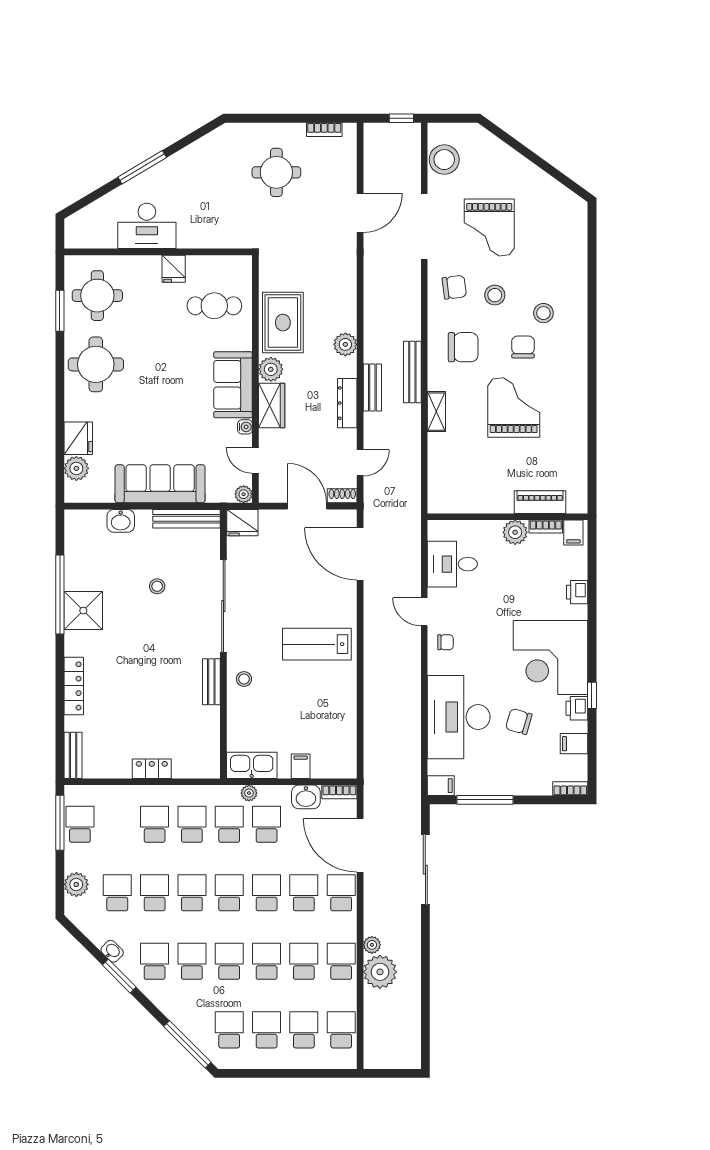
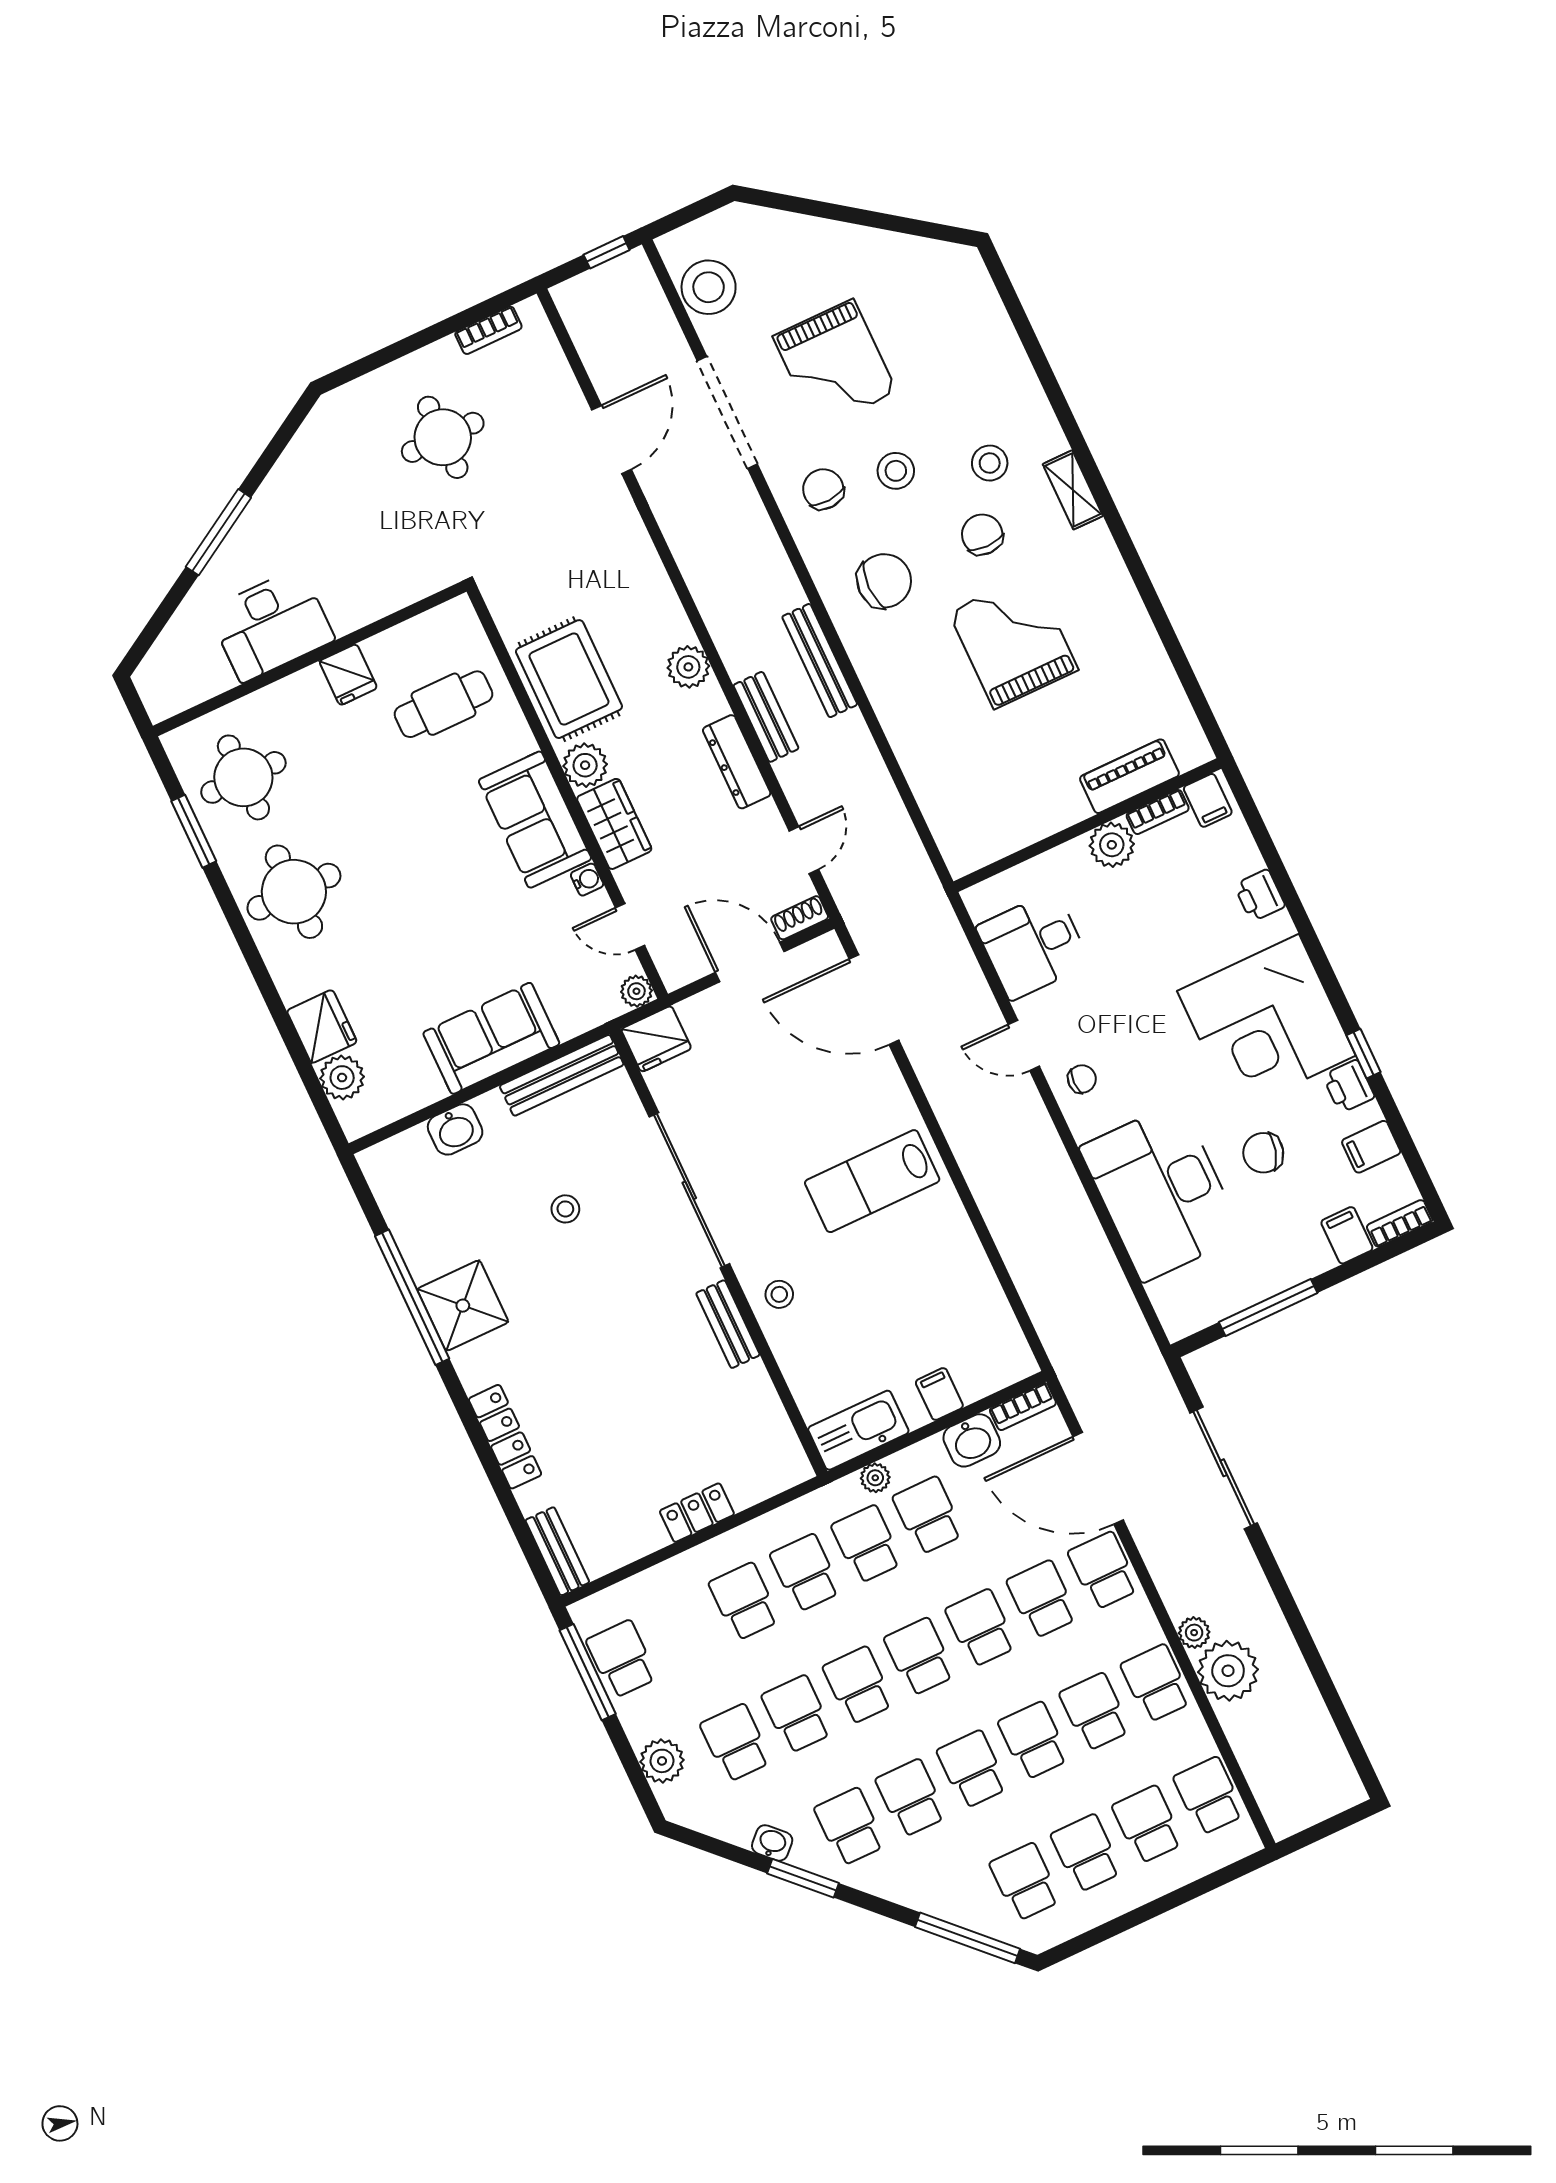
chair: (454, 287) -> (823, 489), turned -86
shelving: (436, 412) -> (1073, 490), moved
sofa: (160, 484) -> (491, 1038), width x0.73
filing cabinet: (441, 786) -> (1347, 1235), moved, turned -90

